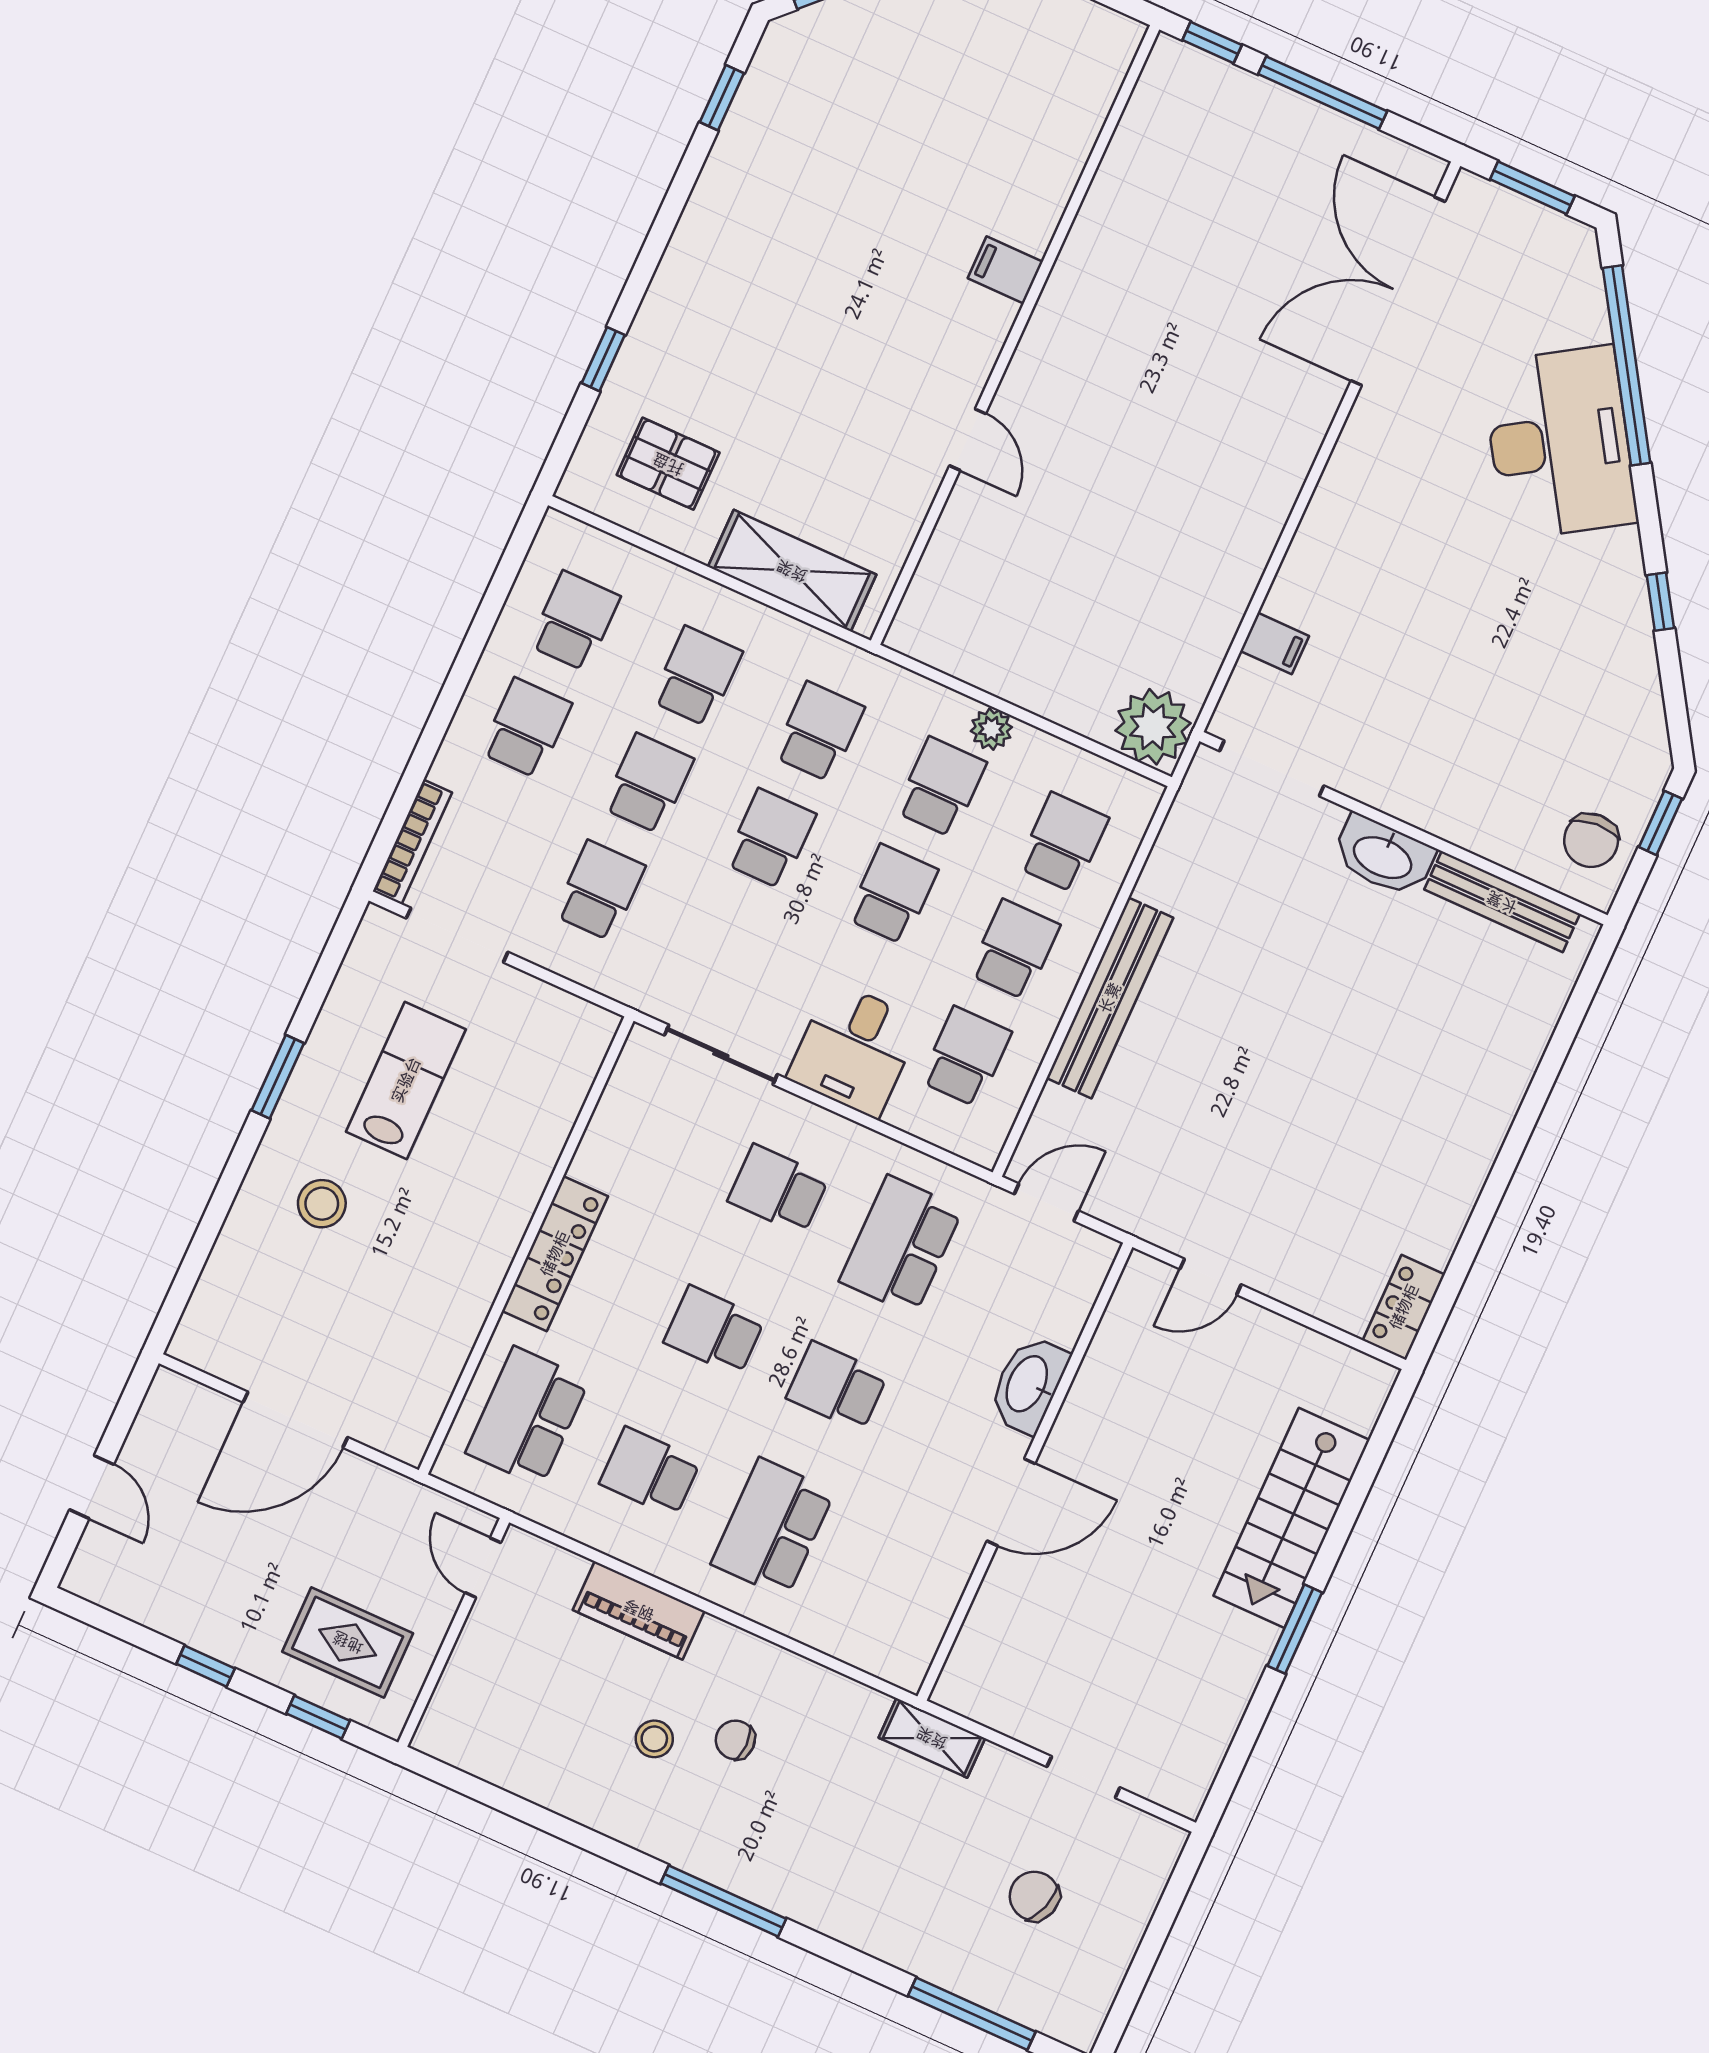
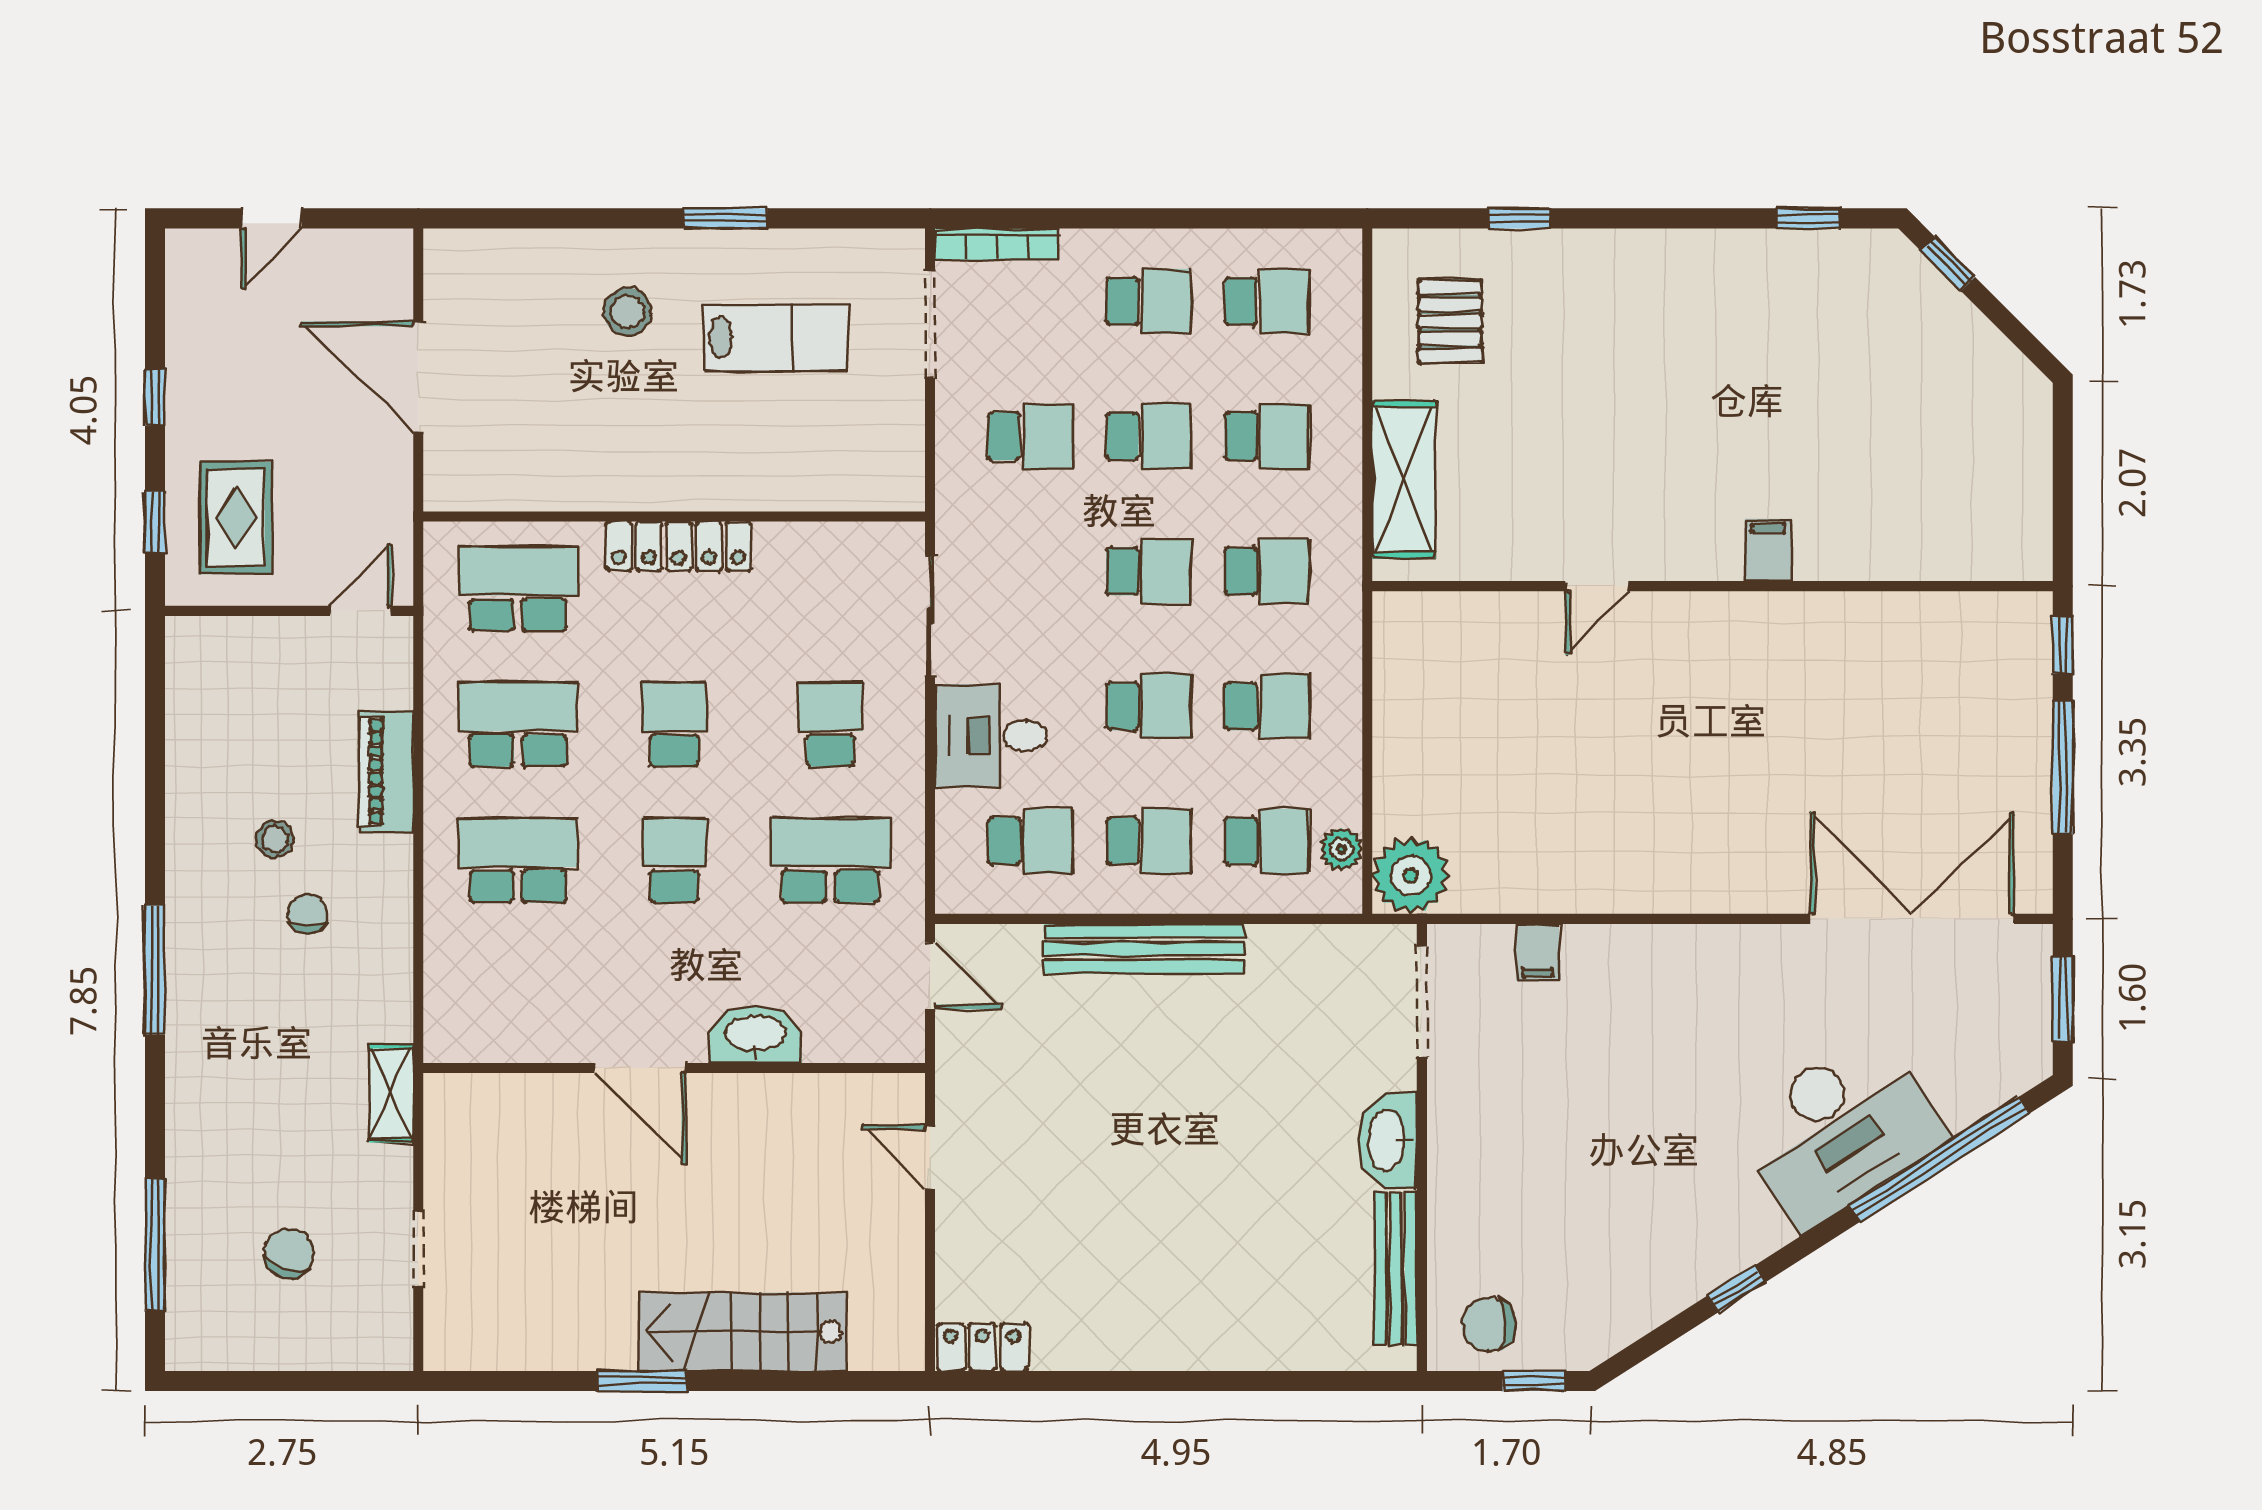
plant: (991, 729) -> (1341, 849), moved
school desk: (650, 1472) -> (518, 724), width x1.85

